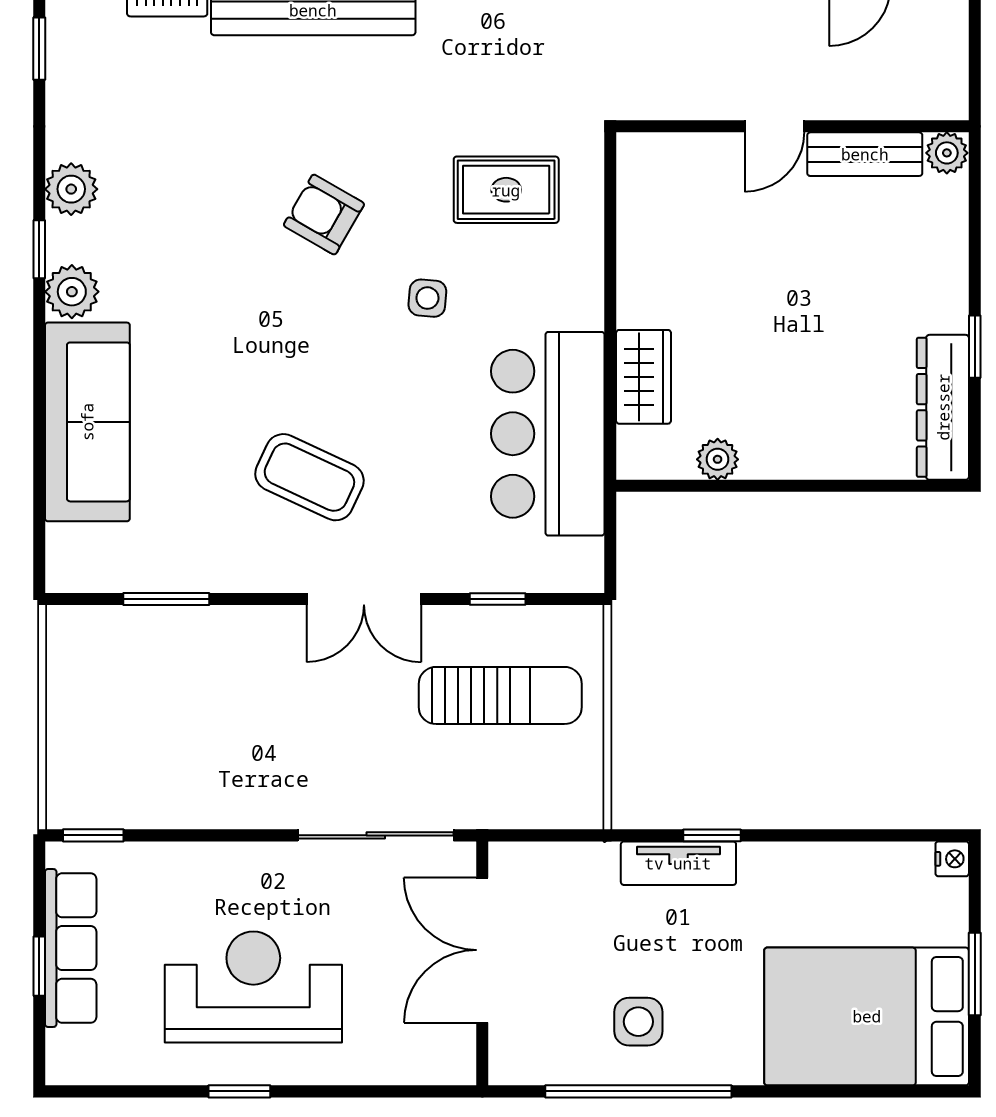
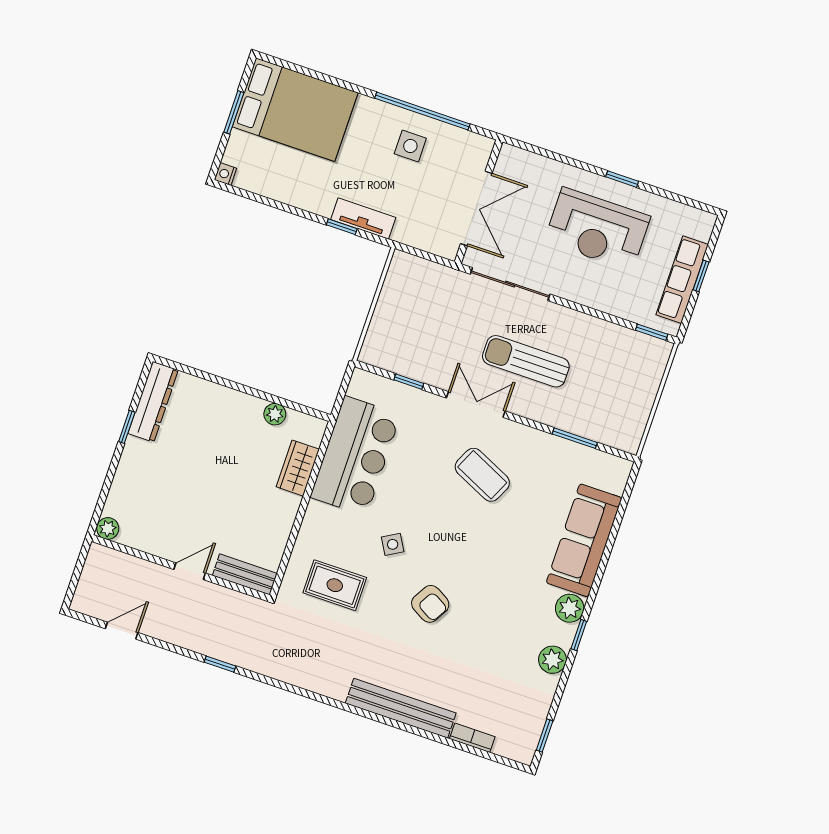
bench: (865, 154) -> (245, 574), moved
side table: (427, 298) -> (393, 544), turned -35
sun lounger: (500, 695) -> (526, 361), moved

